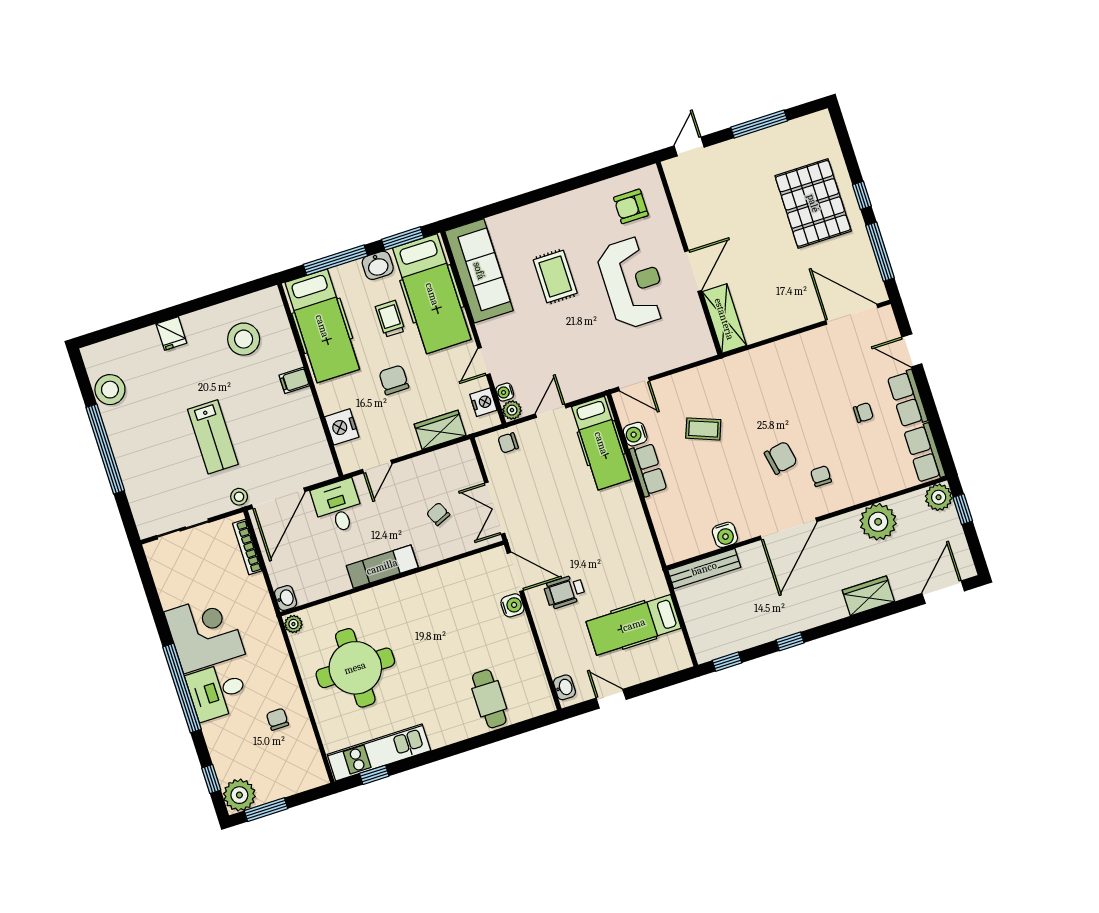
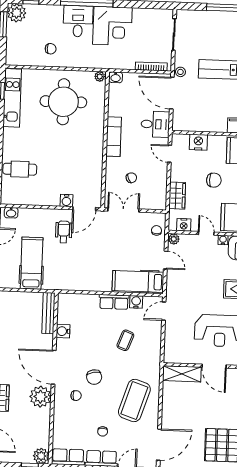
coffee table: (795, 379) -> (134, 401), added
water cooler: (505, 392) -> (223, 240), moved
plant: (878, 522) -> (40, 397), moved

